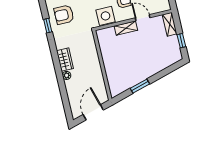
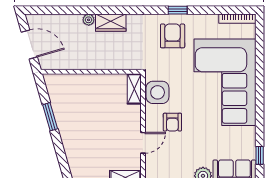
window: (48, 26) -> (178, 10), moved
shelving: (126, 28) -> (134, 89), moved

